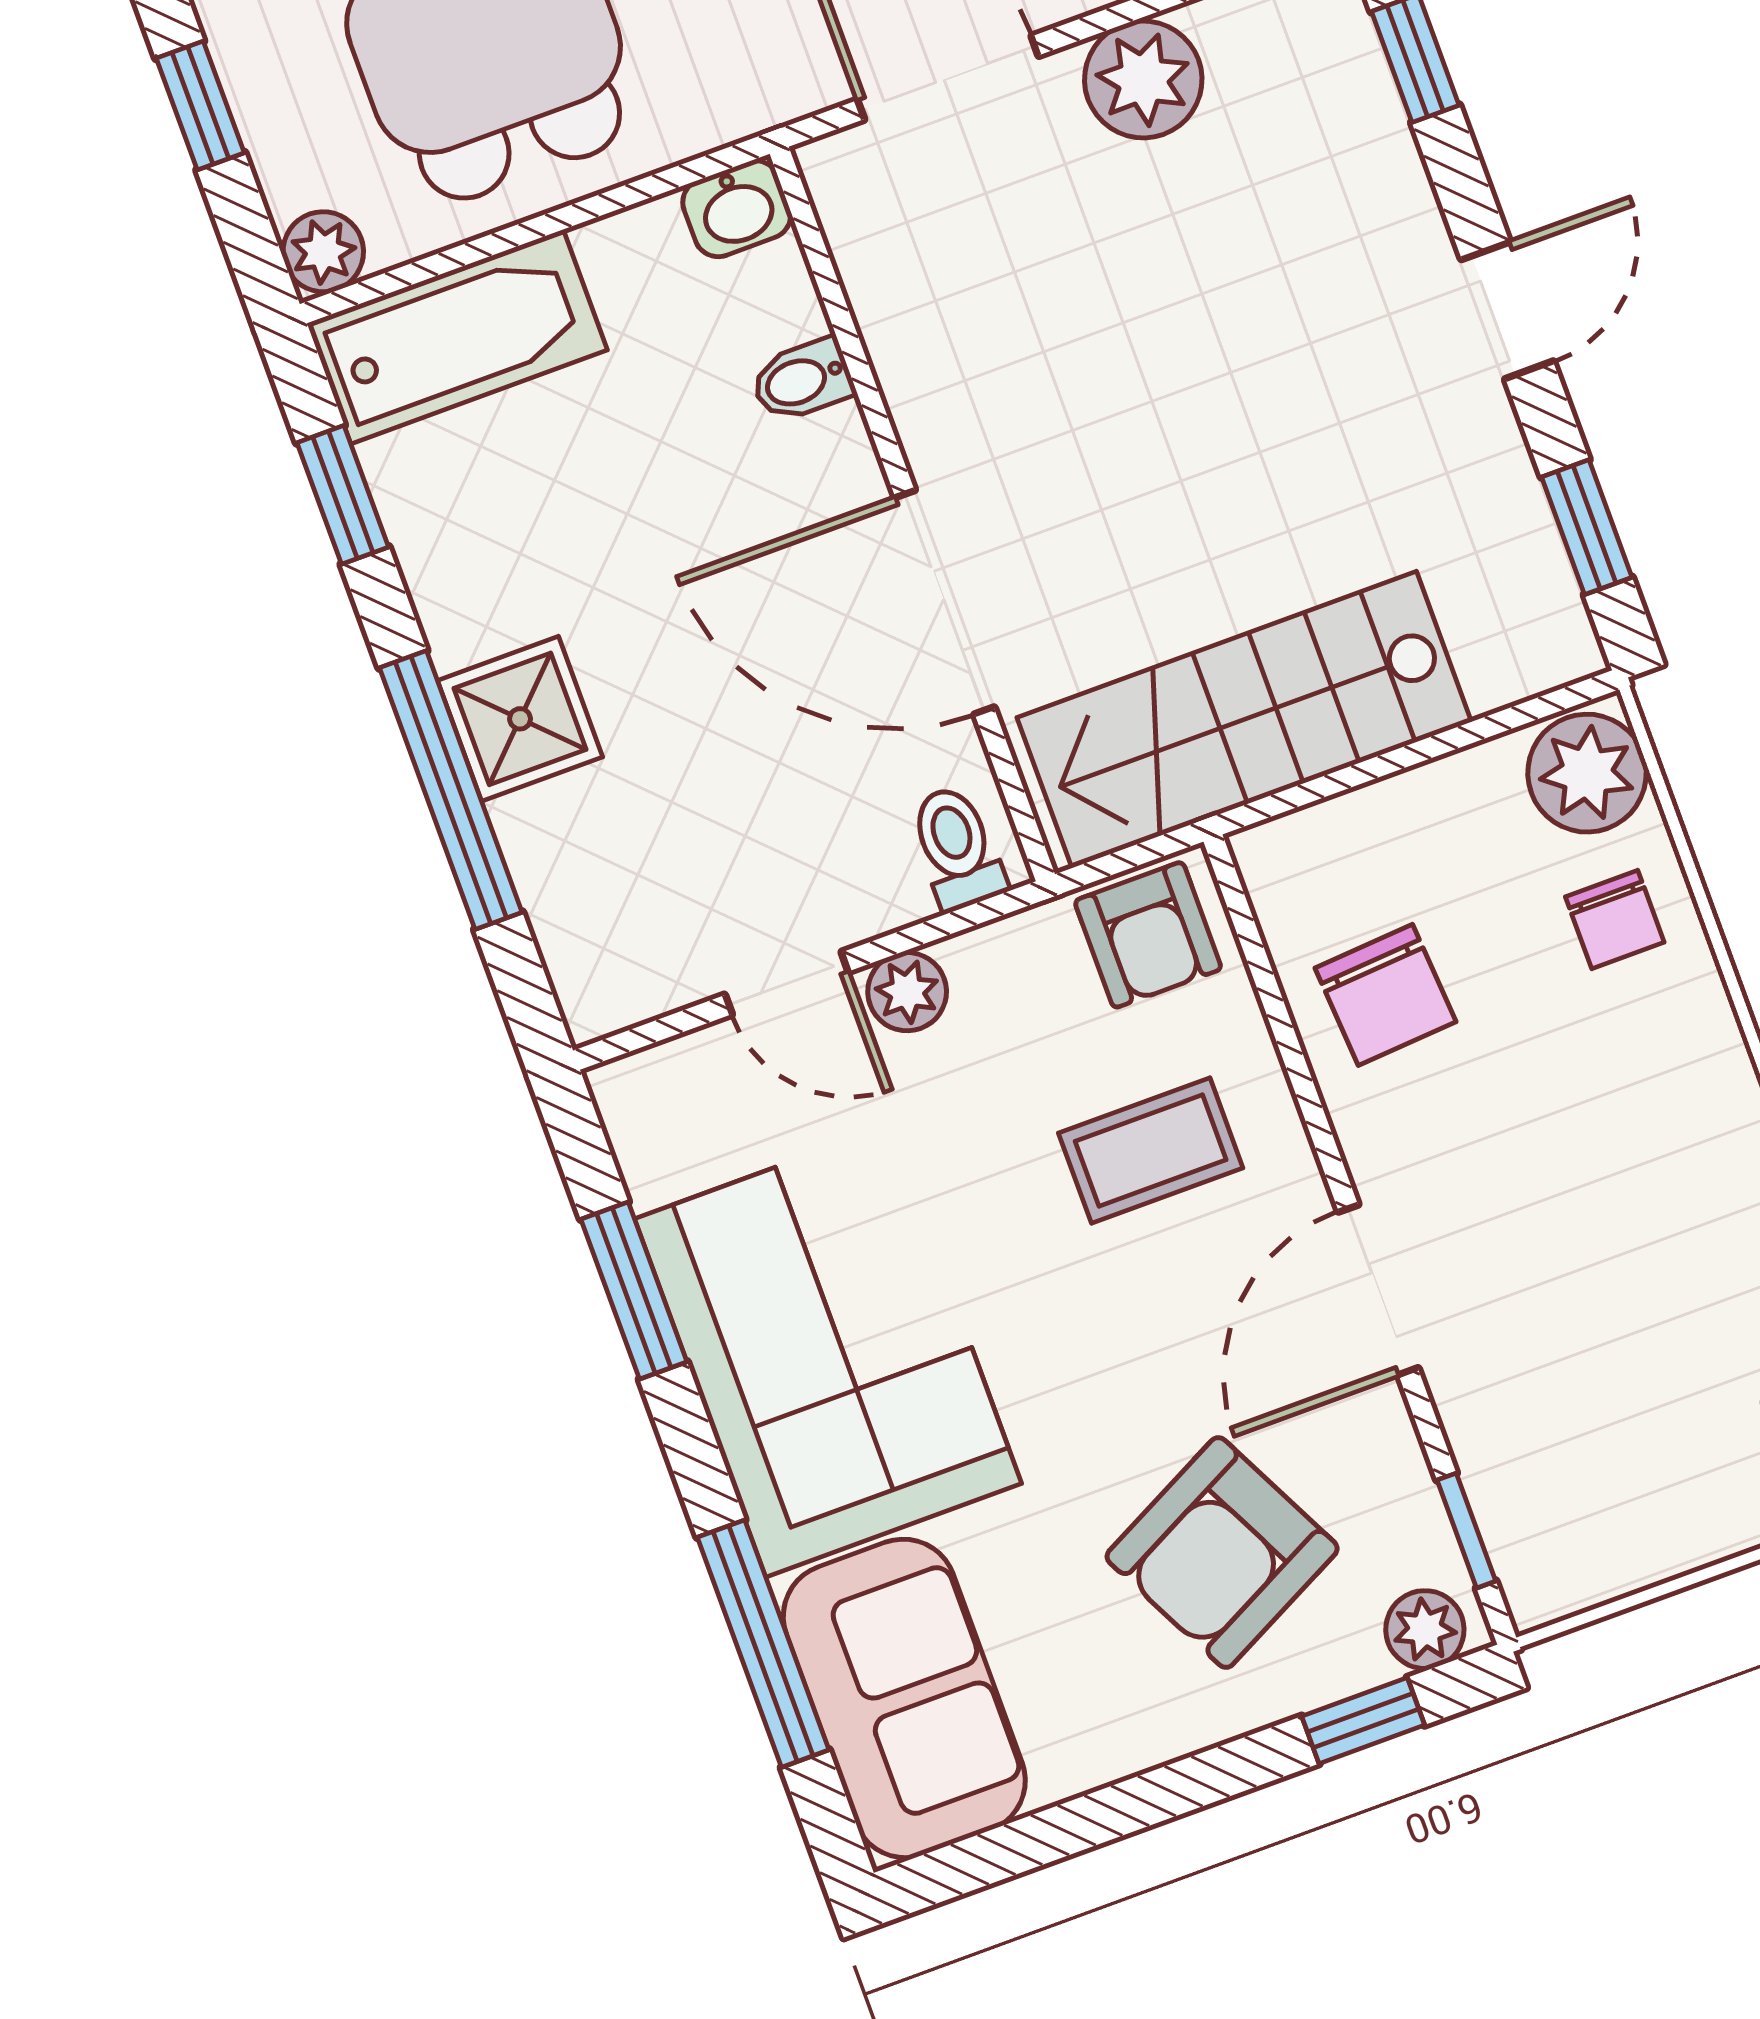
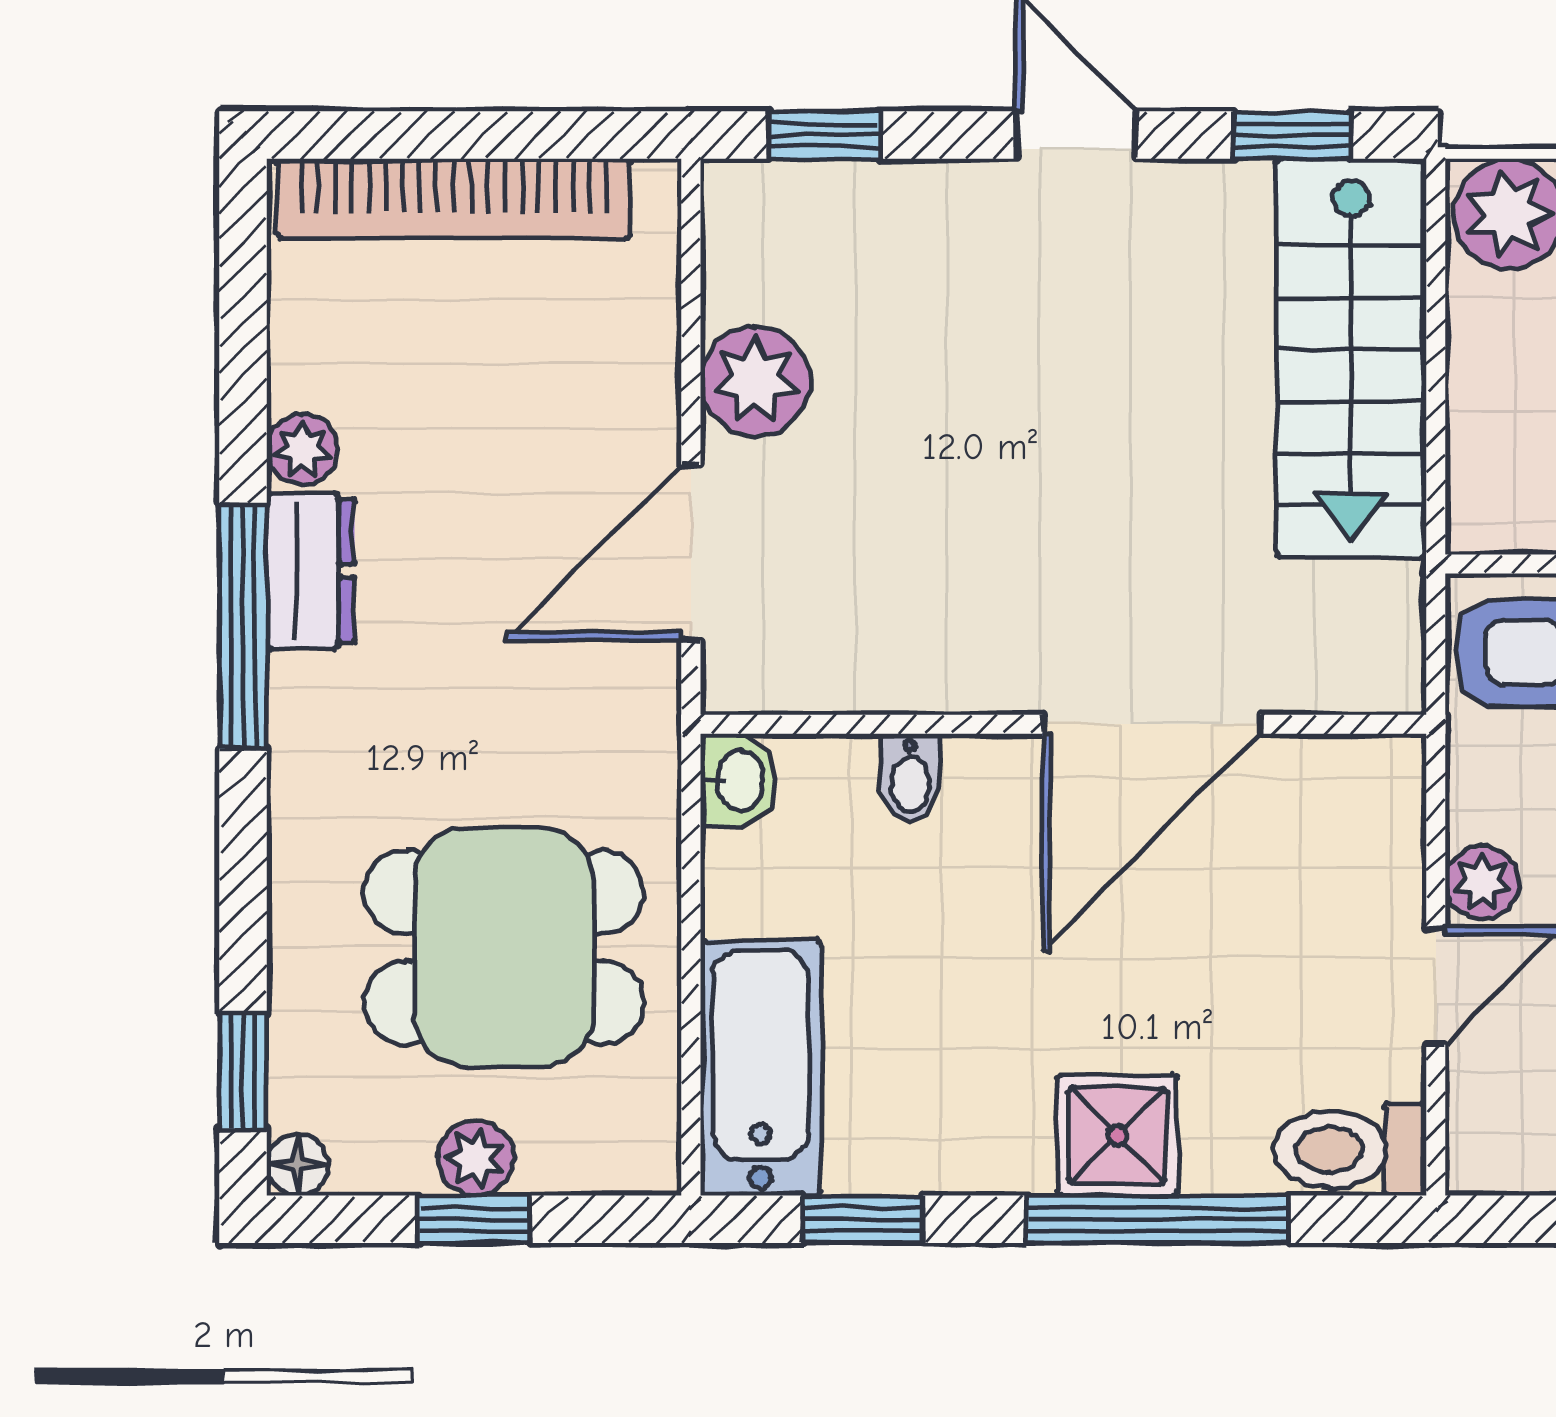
plant: (323, 252) -> (476, 1158), moved
stairs: (1244, 720) -> (1351, 358), moved
toilet: (957, 848) -> (1350, 1150), moved, width x1.37, depth x1.39

